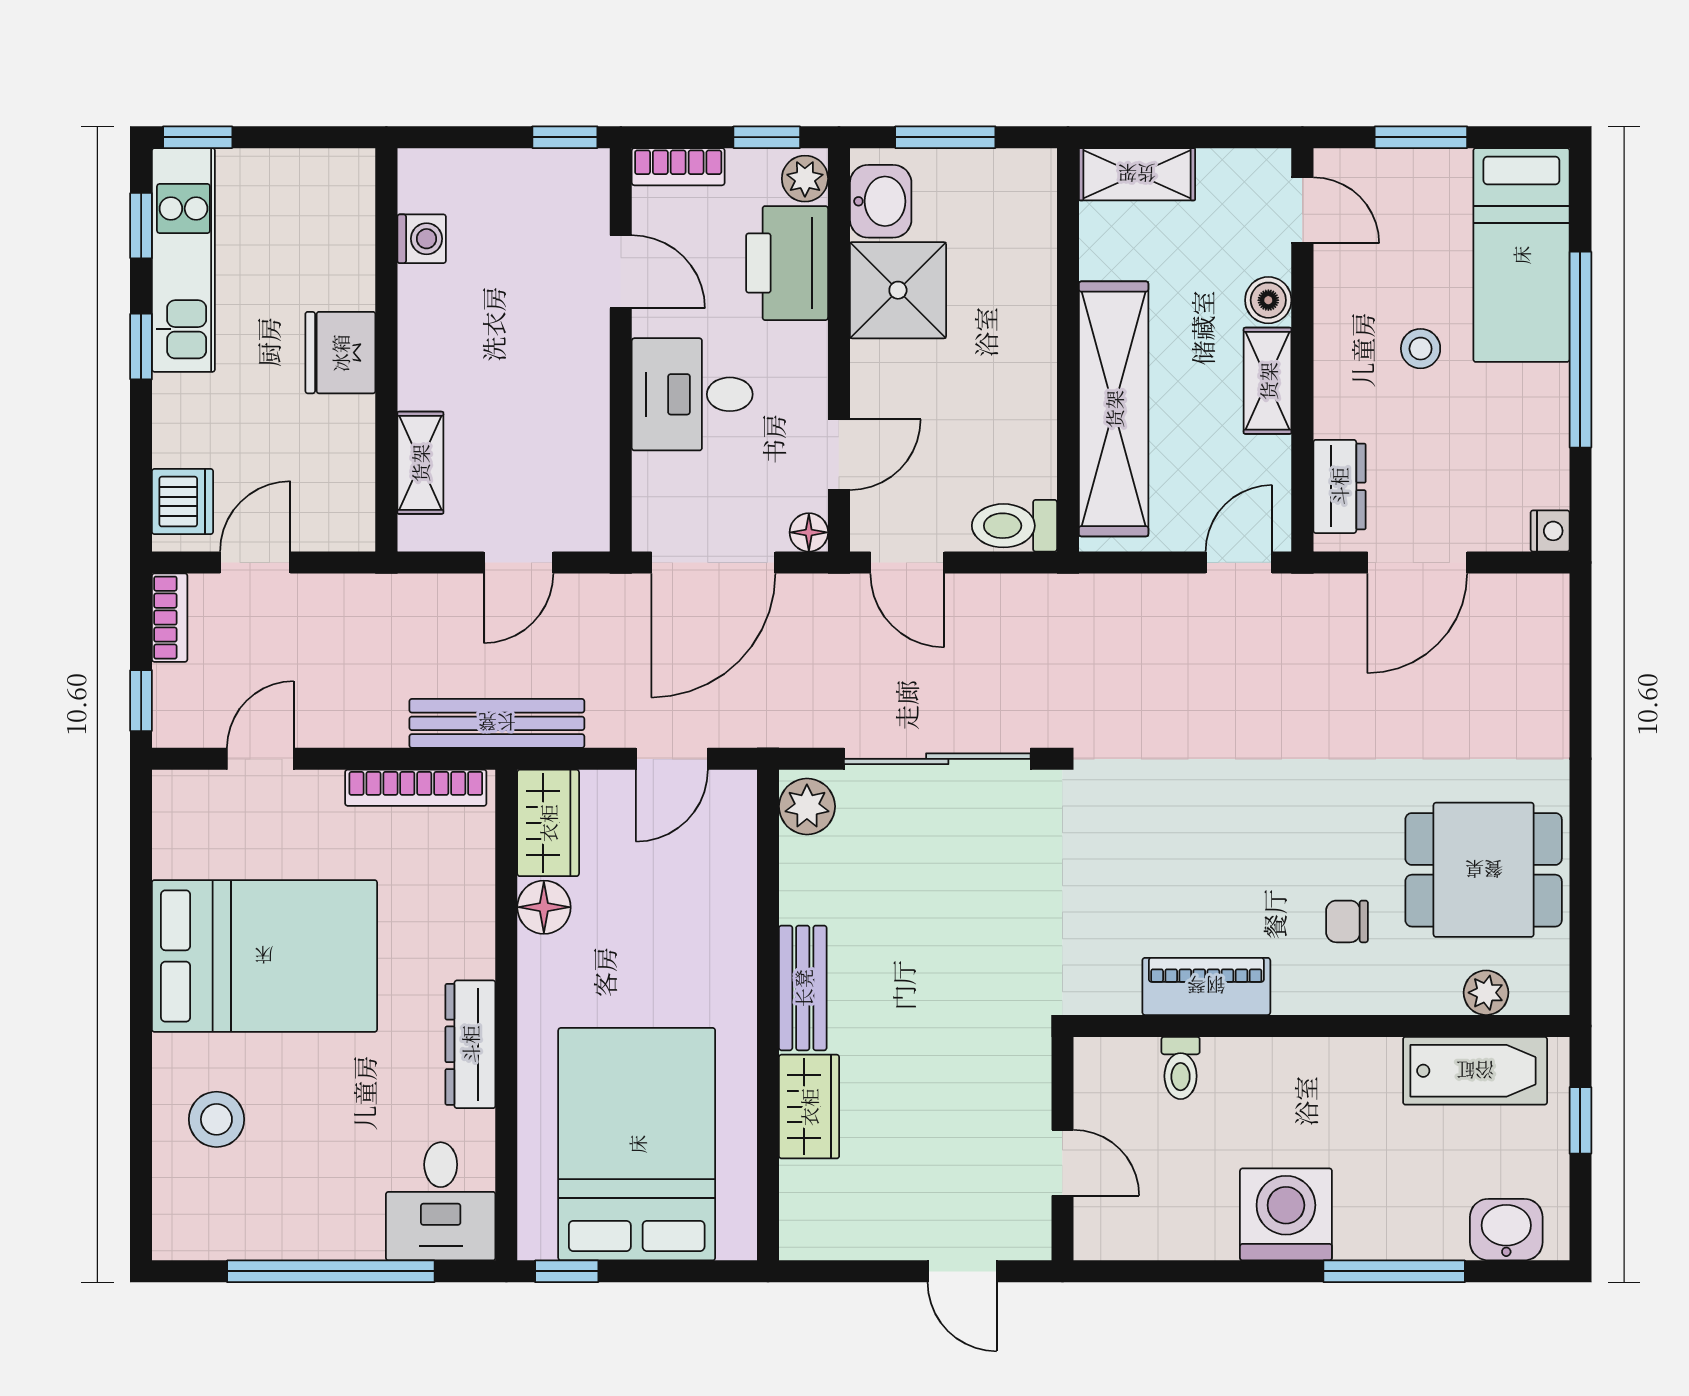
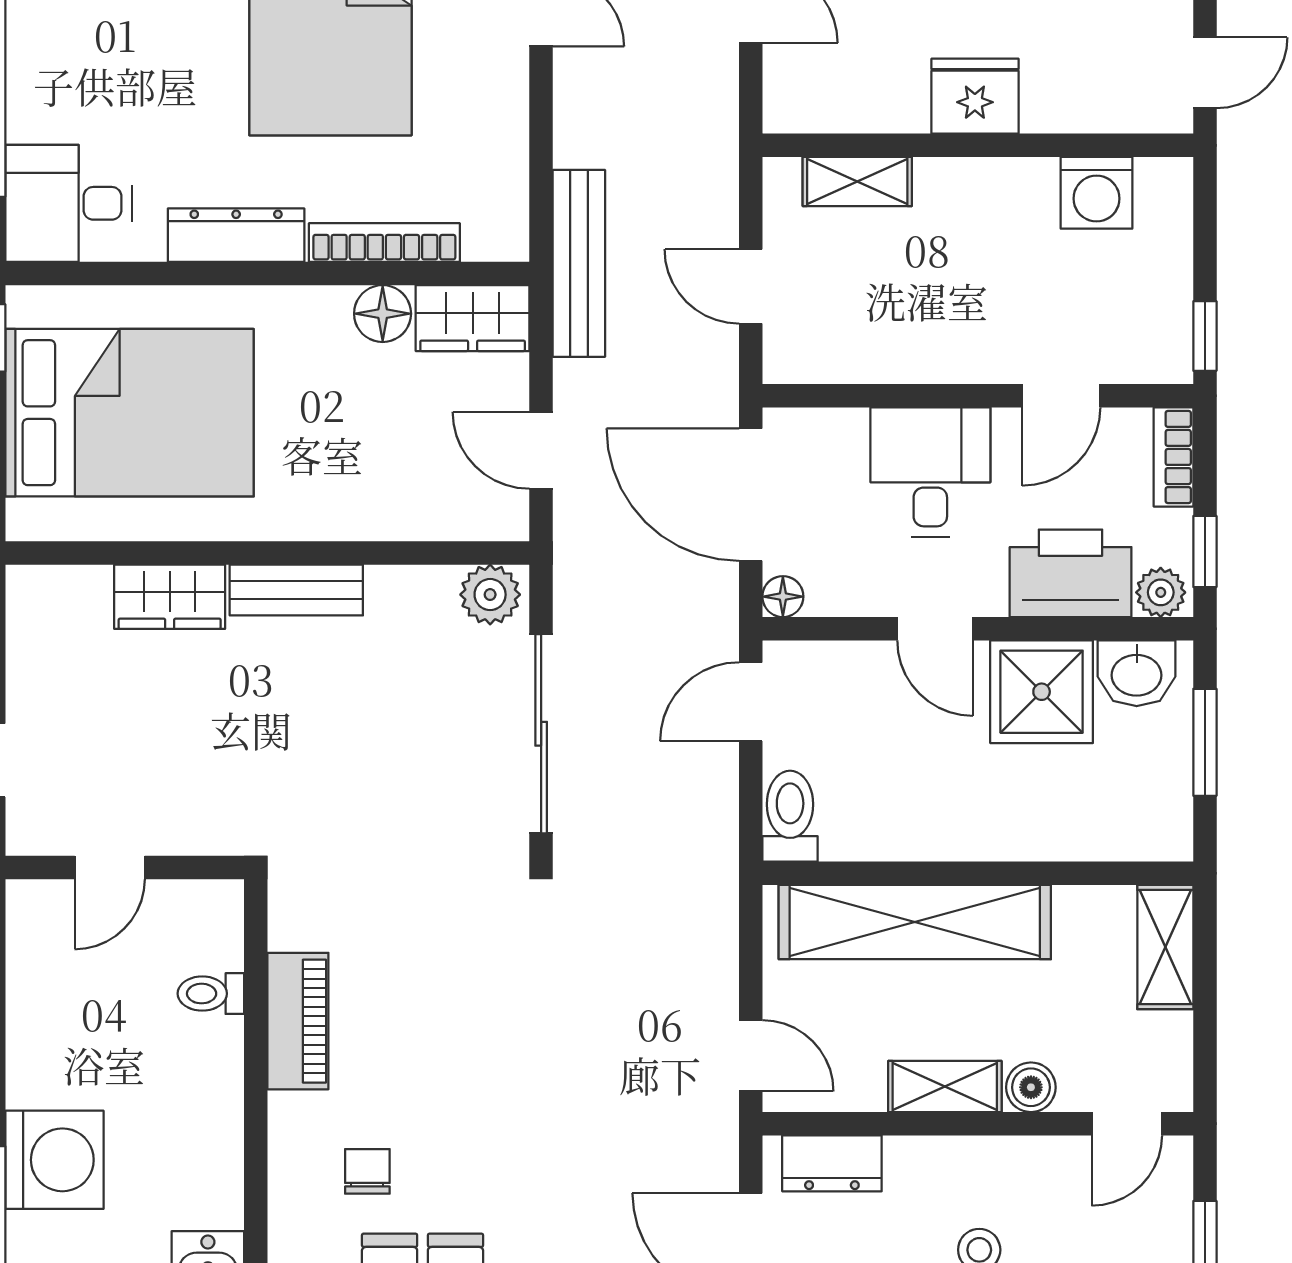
door: (318, 137) -> (1205, 73), added
washing machine: (422, 239) -> (1097, 193), width x1.38, depth x1.38
door: (839, 455) -> (935, 629), moved
bookcase: (416, 788) -> (384, 243), moved, turned 90
washing machine: (1286, 1214) -> (54, 1160), moved

